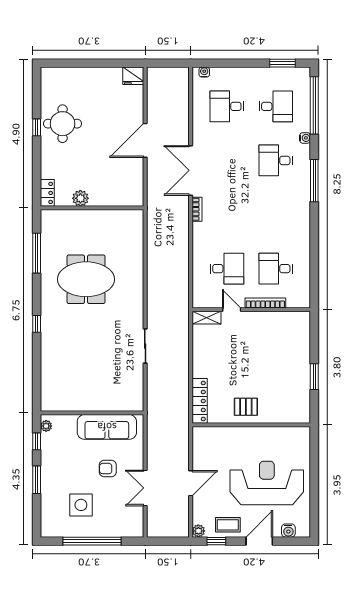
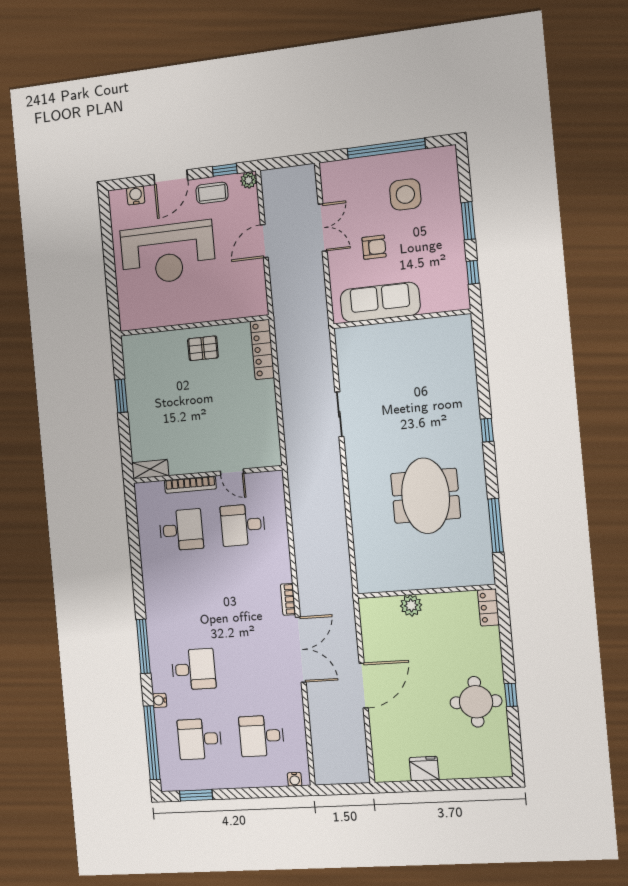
fridge: (133, 76) -> (424, 769), moved
desk: (227, 106) -> (262, 736), turned 180
plant: (80, 198) -> (411, 605), moved
meeting table: (86, 279) -> (426, 496), turned 90
shelving: (206, 318) -> (150, 469), moved
plant: (46, 426) -> (462, 294), removed

